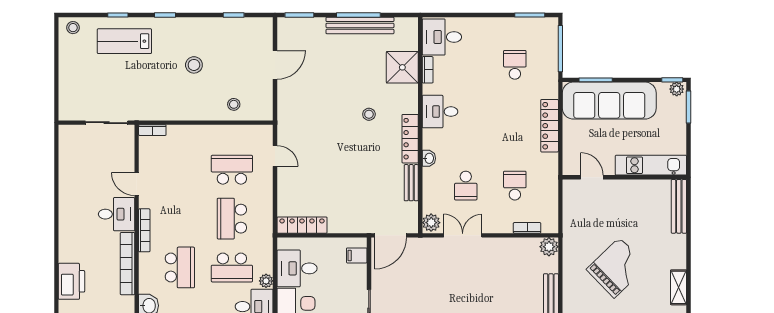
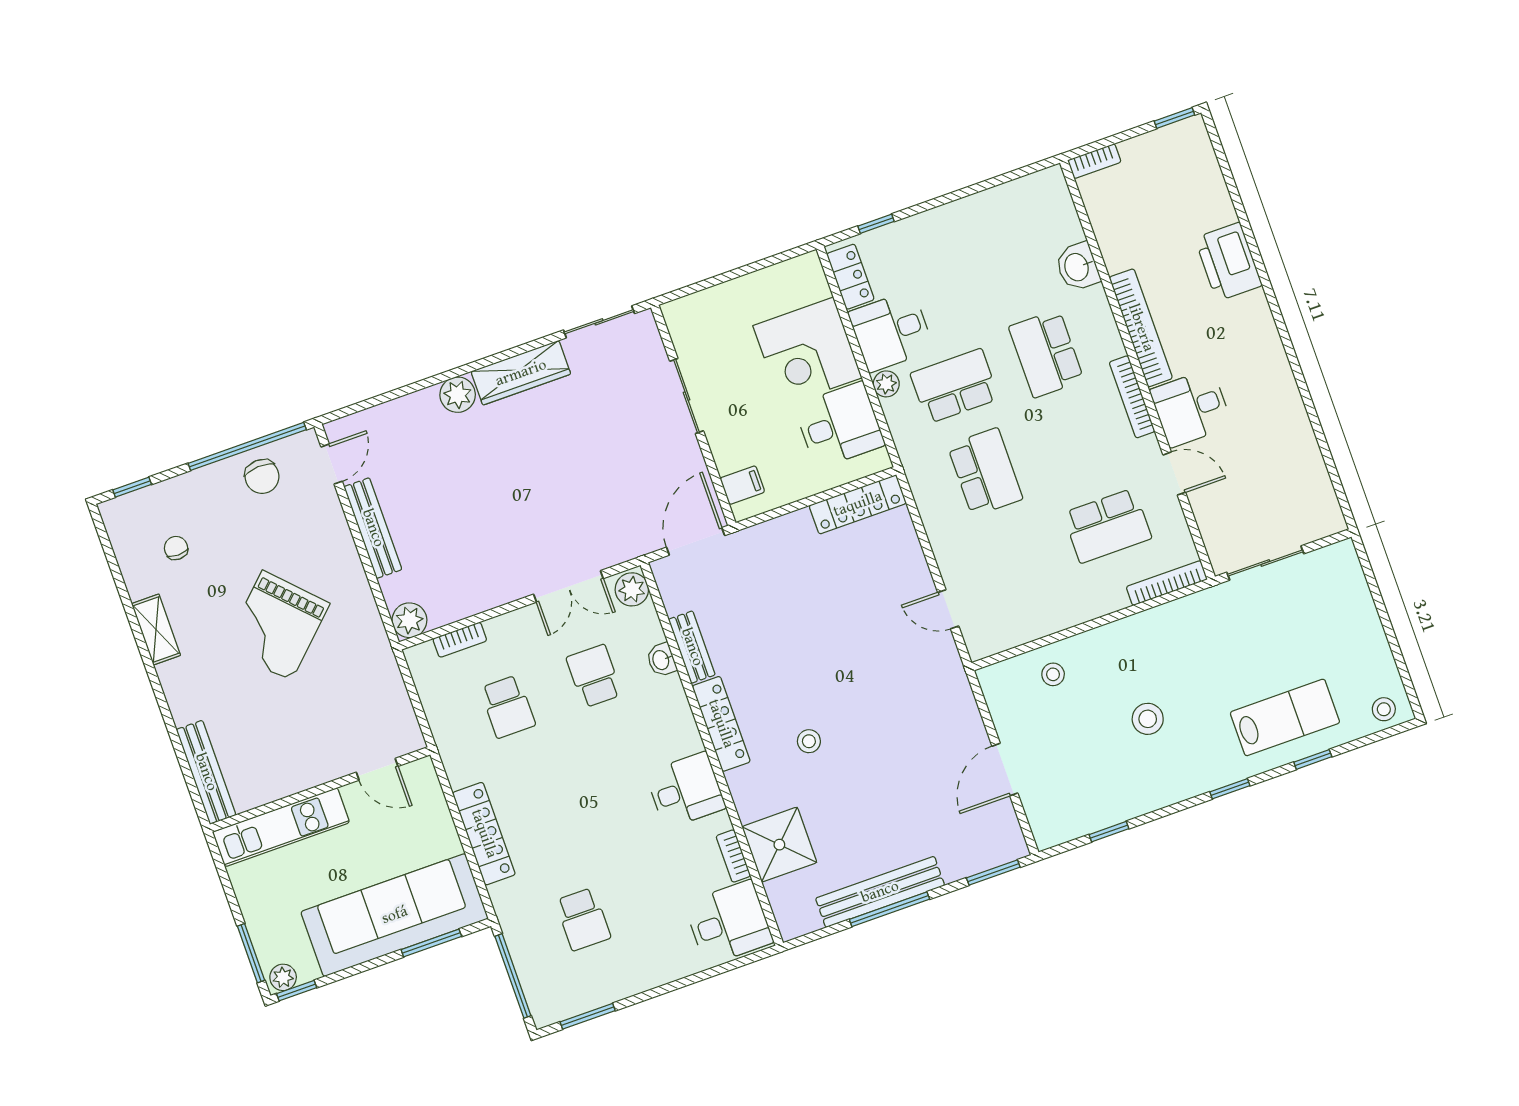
bookcase: (152, 130) -> (1167, 583), width x1.56
washbasin: (429, 158) -> (661, 660), moved
school desk: (232, 170) -> (1107, 526), moved

